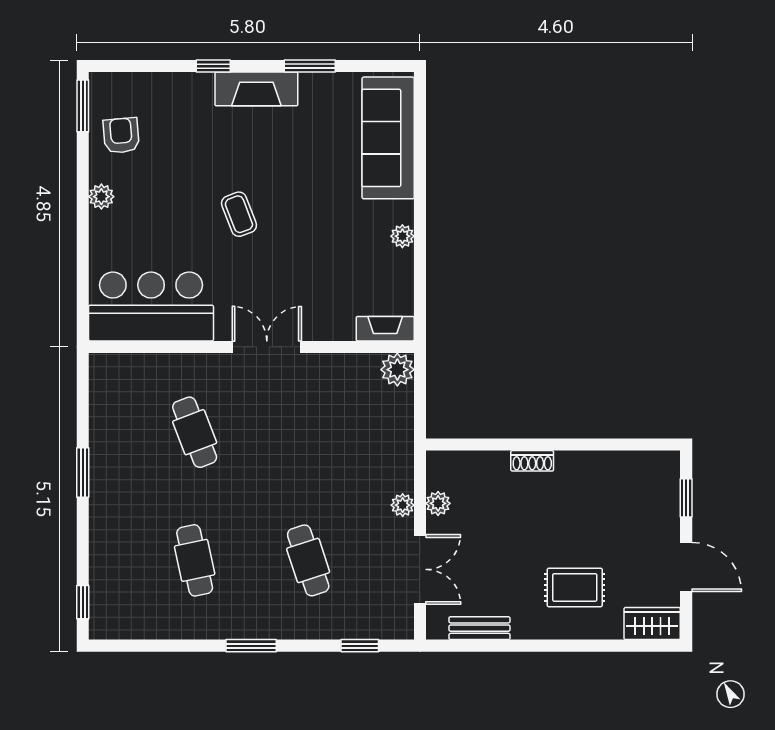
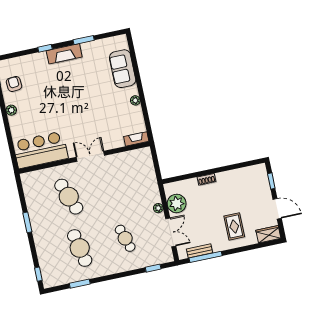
sofa: (388, 138) -> (123, 69), width x0.73
coffee table: (239, 214) -> (68, 105), removed
plant: (397, 370) -> (145, 154), removed
cafe table: (195, 432) -> (69, 197), width x1.37, depth x1.35
plant: (438, 503) -> (177, 204), width x1.88, depth x1.88
cafe table: (195, 560) -> (80, 248), width x1.37, depth x1.35
rug: (575, 587) -> (234, 226), turned 90
window: (251, 646) -> (80, 284), moved
window: (491, 646) -> (206, 257), added

